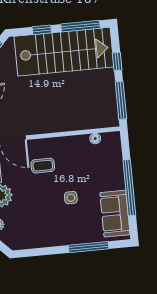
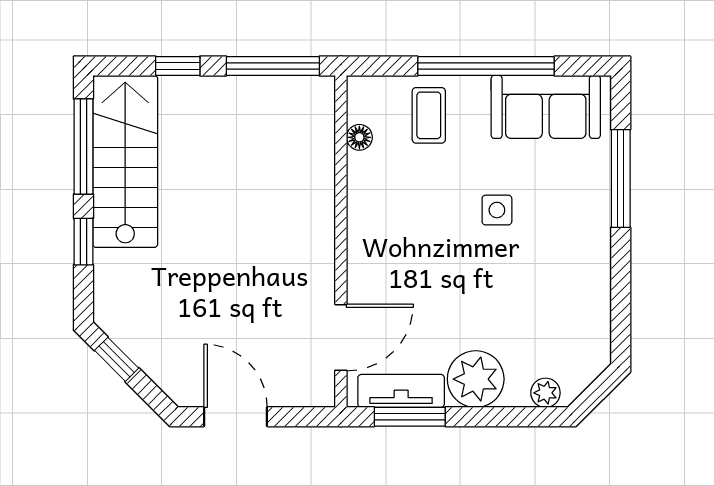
stairs: (64, 52) -> (125, 161), width x0.73, depth x0.66
coffee table: (43, 166) -> (429, 115), moved

